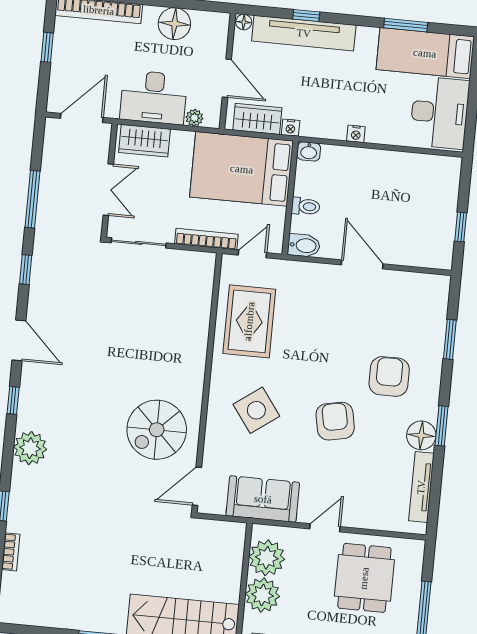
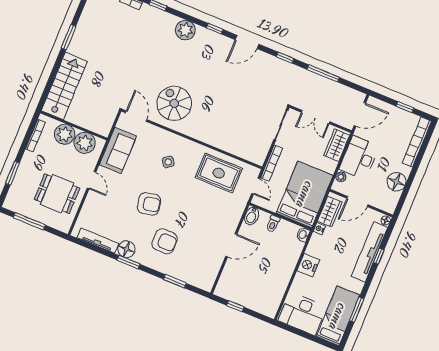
door: (82, 118) -> (360, 114), hinge flipped
nightstand: (356, 134) -> (308, 265), width x1.89, depth x1.79
side table: (256, 410) -> (168, 162), width x0.54, depth x0.54

